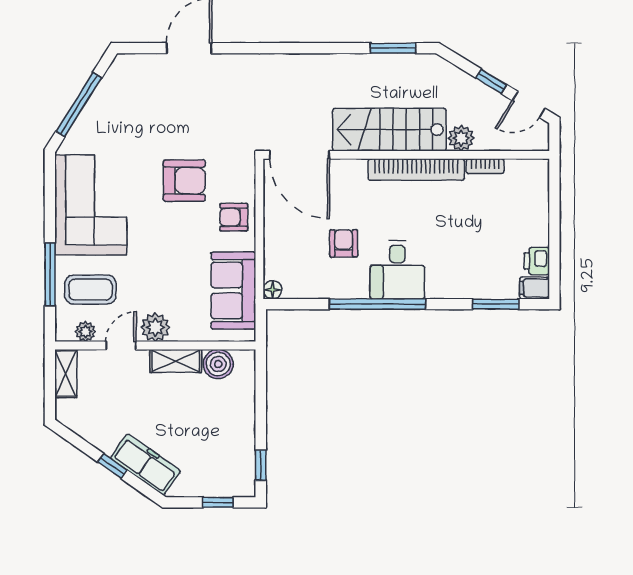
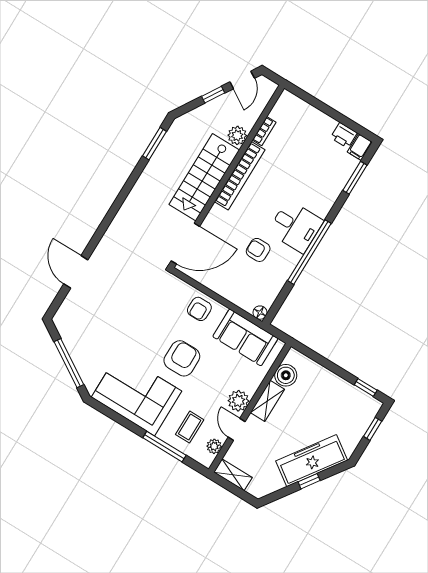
armchair: (184, 181) -> (182, 358), moved
coffee table: (90, 290) -> (190, 427), width x0.73, depth x0.77
freezer: (145, 464) -> (312, 461), width x1.36, depth x1.26

